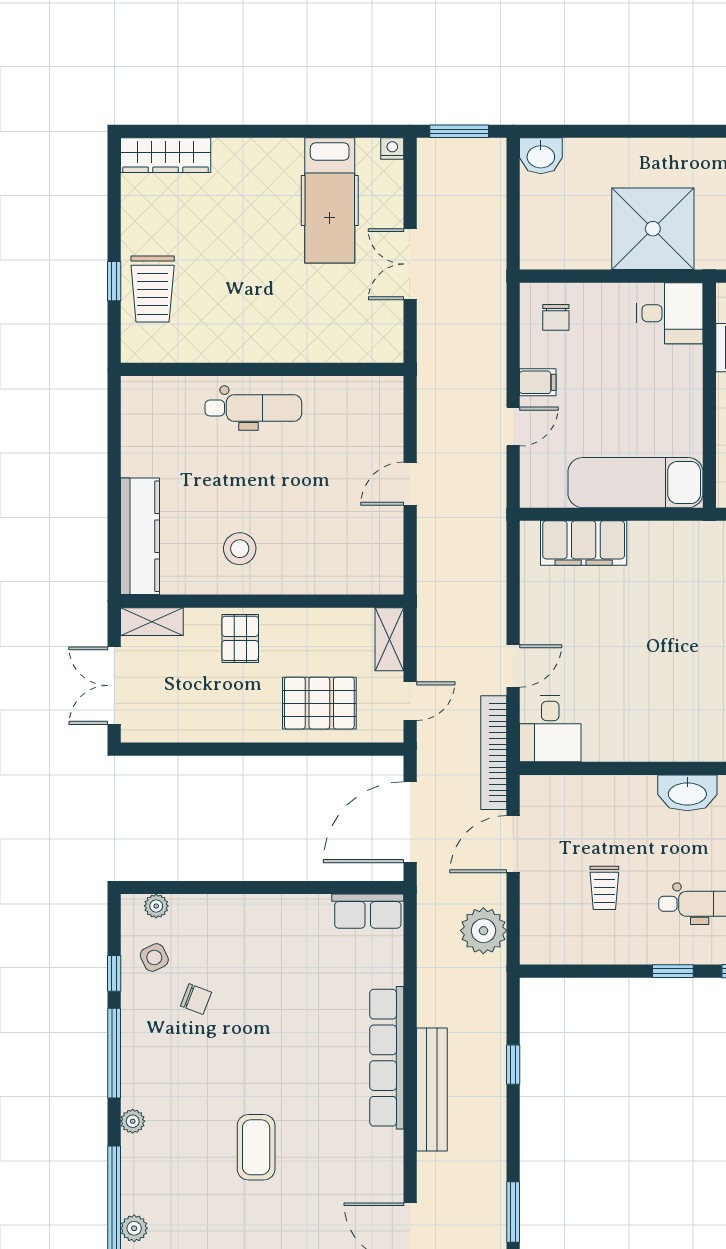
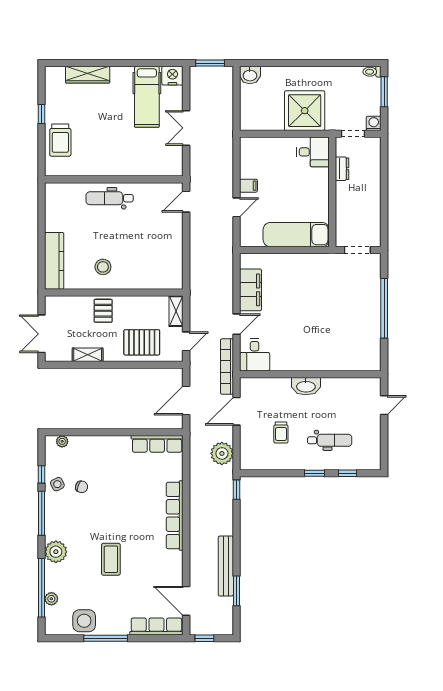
nightstand: (392, 148) -> (172, 76), width x1.89, depth x1.79
wardrobe: (166, 155) -> (88, 75), moved
window: (114, 281) -> (42, 114), moved
chair: (556, 317) -> (257, 154), removed
dental chair: (253, 408) -> (110, 198), turned 180
door: (410, 484) -> (186, 202), moved
filing cabinet: (584, 543) -> (250, 290), moved, turned -90
shelving: (152, 622) -> (88, 355), moved
washbasin: (687, 793) -> (306, 386), moved
door: (410, 822) -> (186, 400), width x0.73
row of seats: (368, 911) -> (157, 444), width x1.48
side table: (154, 957) -> (57, 484), moved
window: (513, 1065) -> (236, 490), moved
bench: (432, 1090) -> (226, 566), moved
plant: (133, 1121) -> (56, 552), width x1.87, depth x1.87

